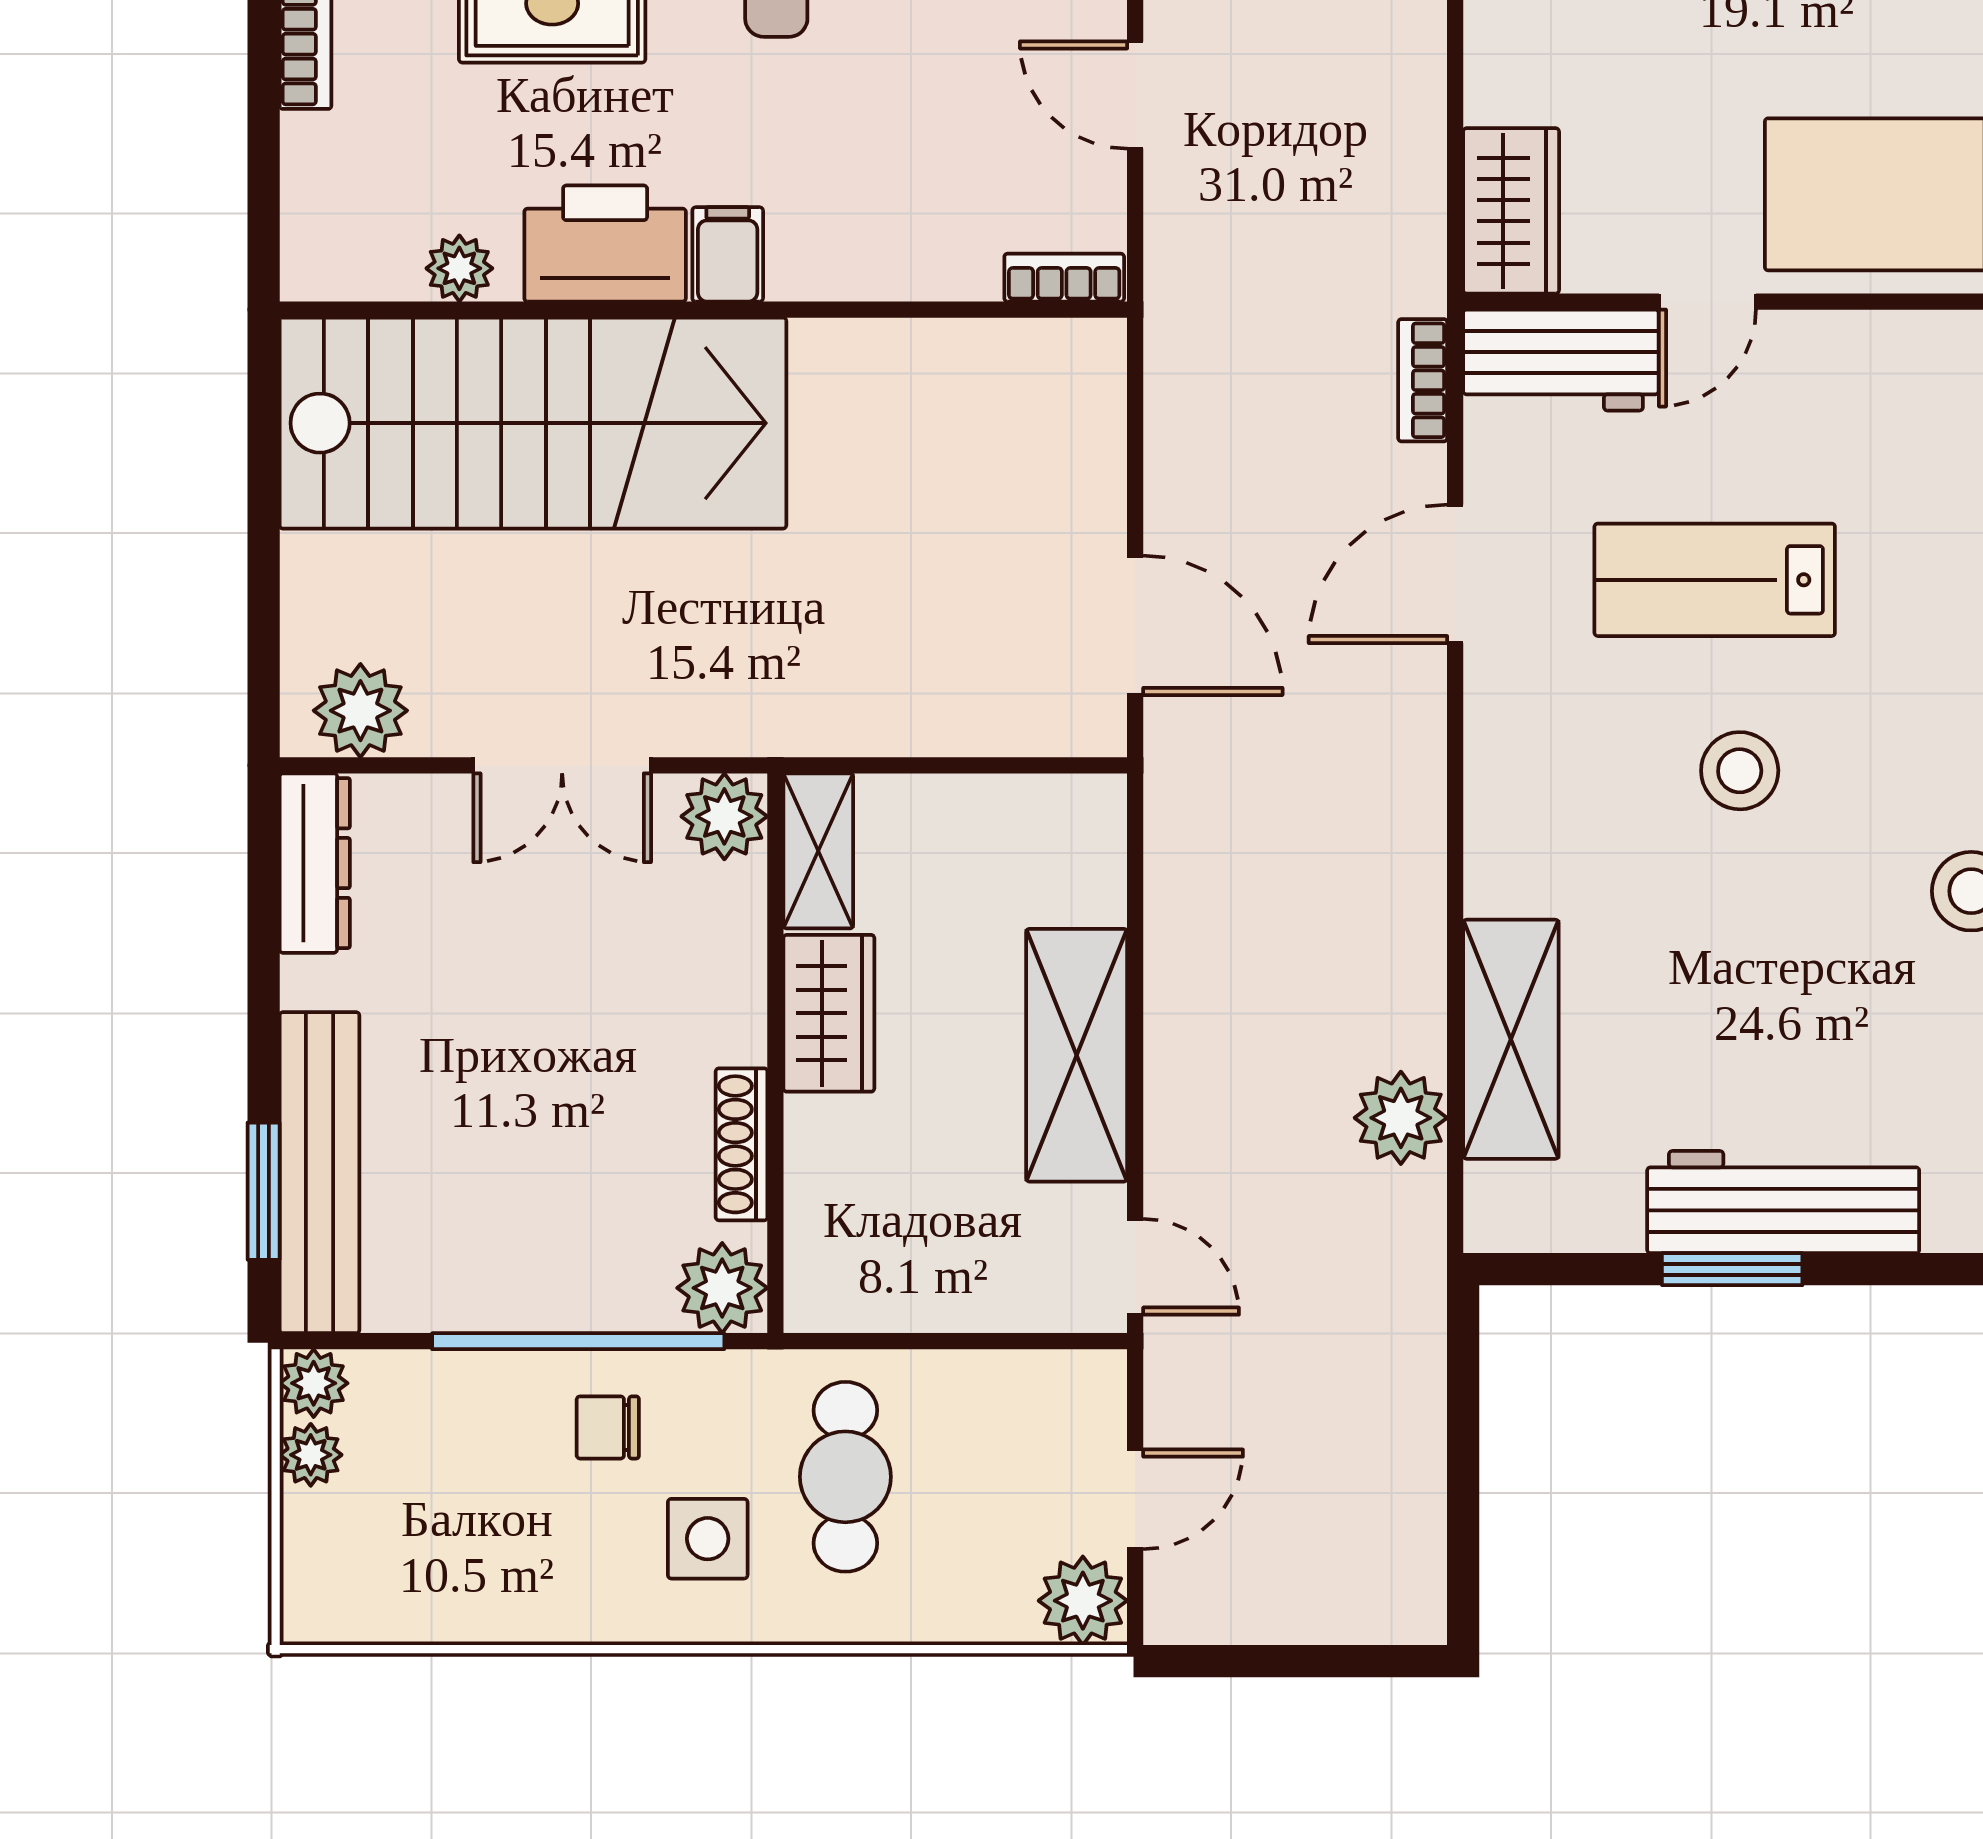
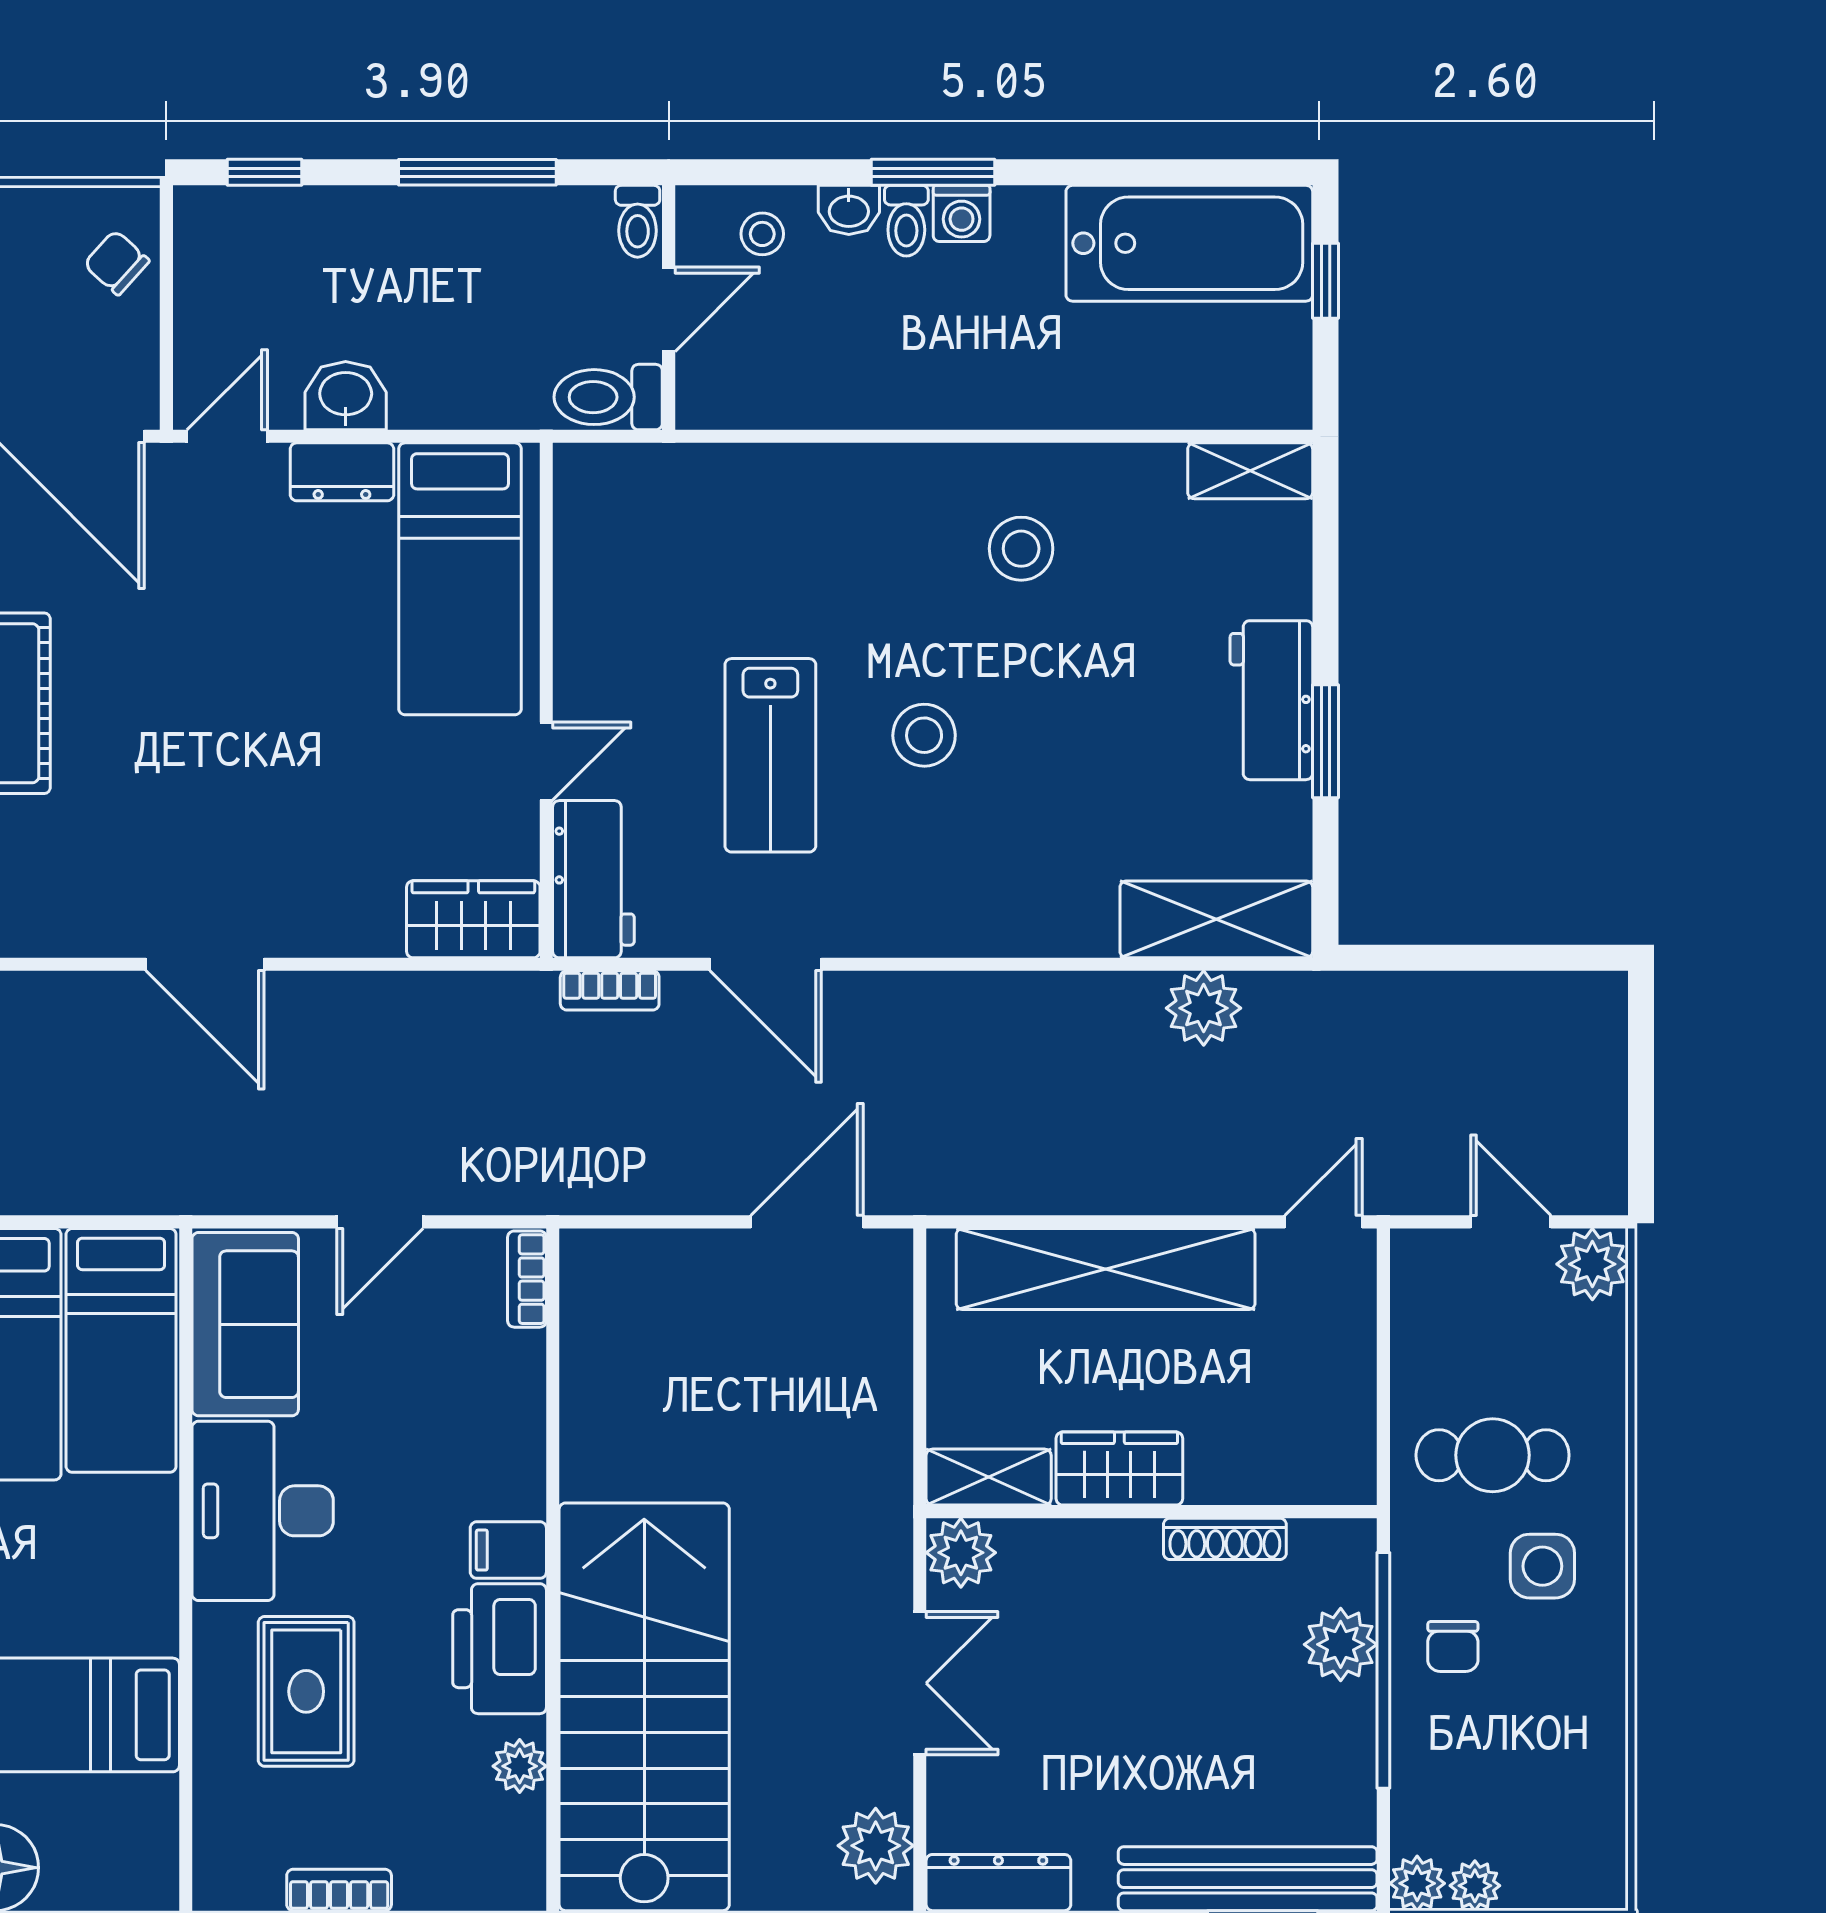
door: (1707, 302) -> (546, 761), hinge flipped
shelving: (1511, 1039) -> (1216, 919), moved
shelving: (1077, 1055) -> (1106, 1269), width x1.47
workbench: (1783, 1202) -> (1271, 700), width x0.73
plant: (722, 1288) -> (1341, 1644), moved

